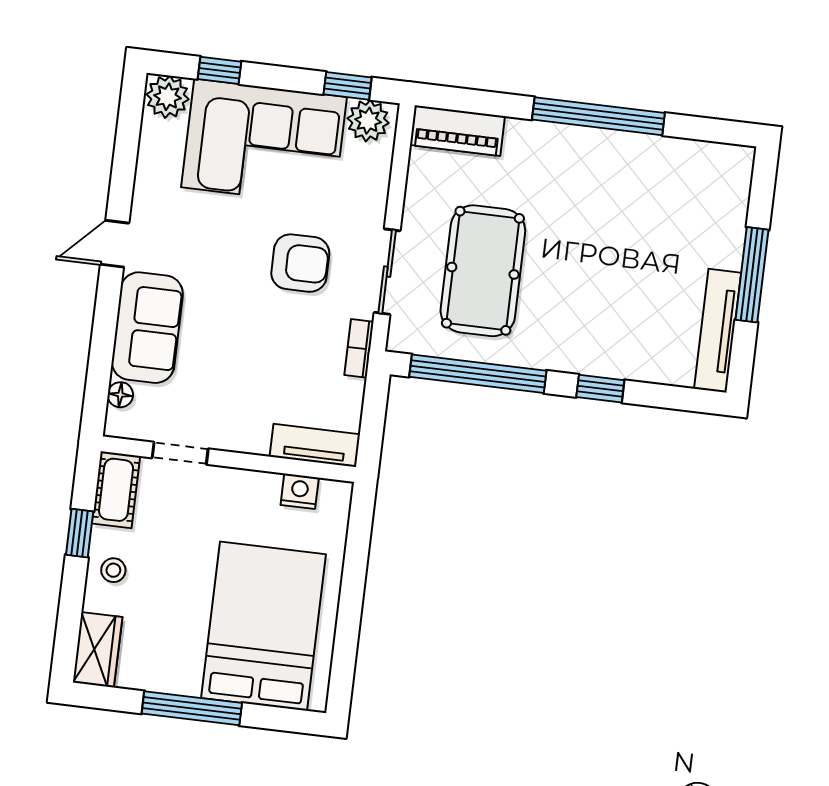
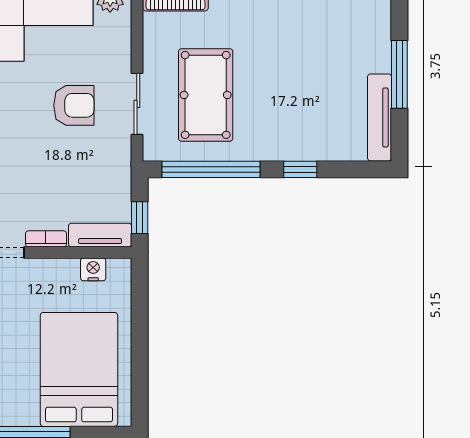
bookcase: (359, 348) -> (46, 239), moved, turned 90
window: (372, 428) -> (140, 218), added

